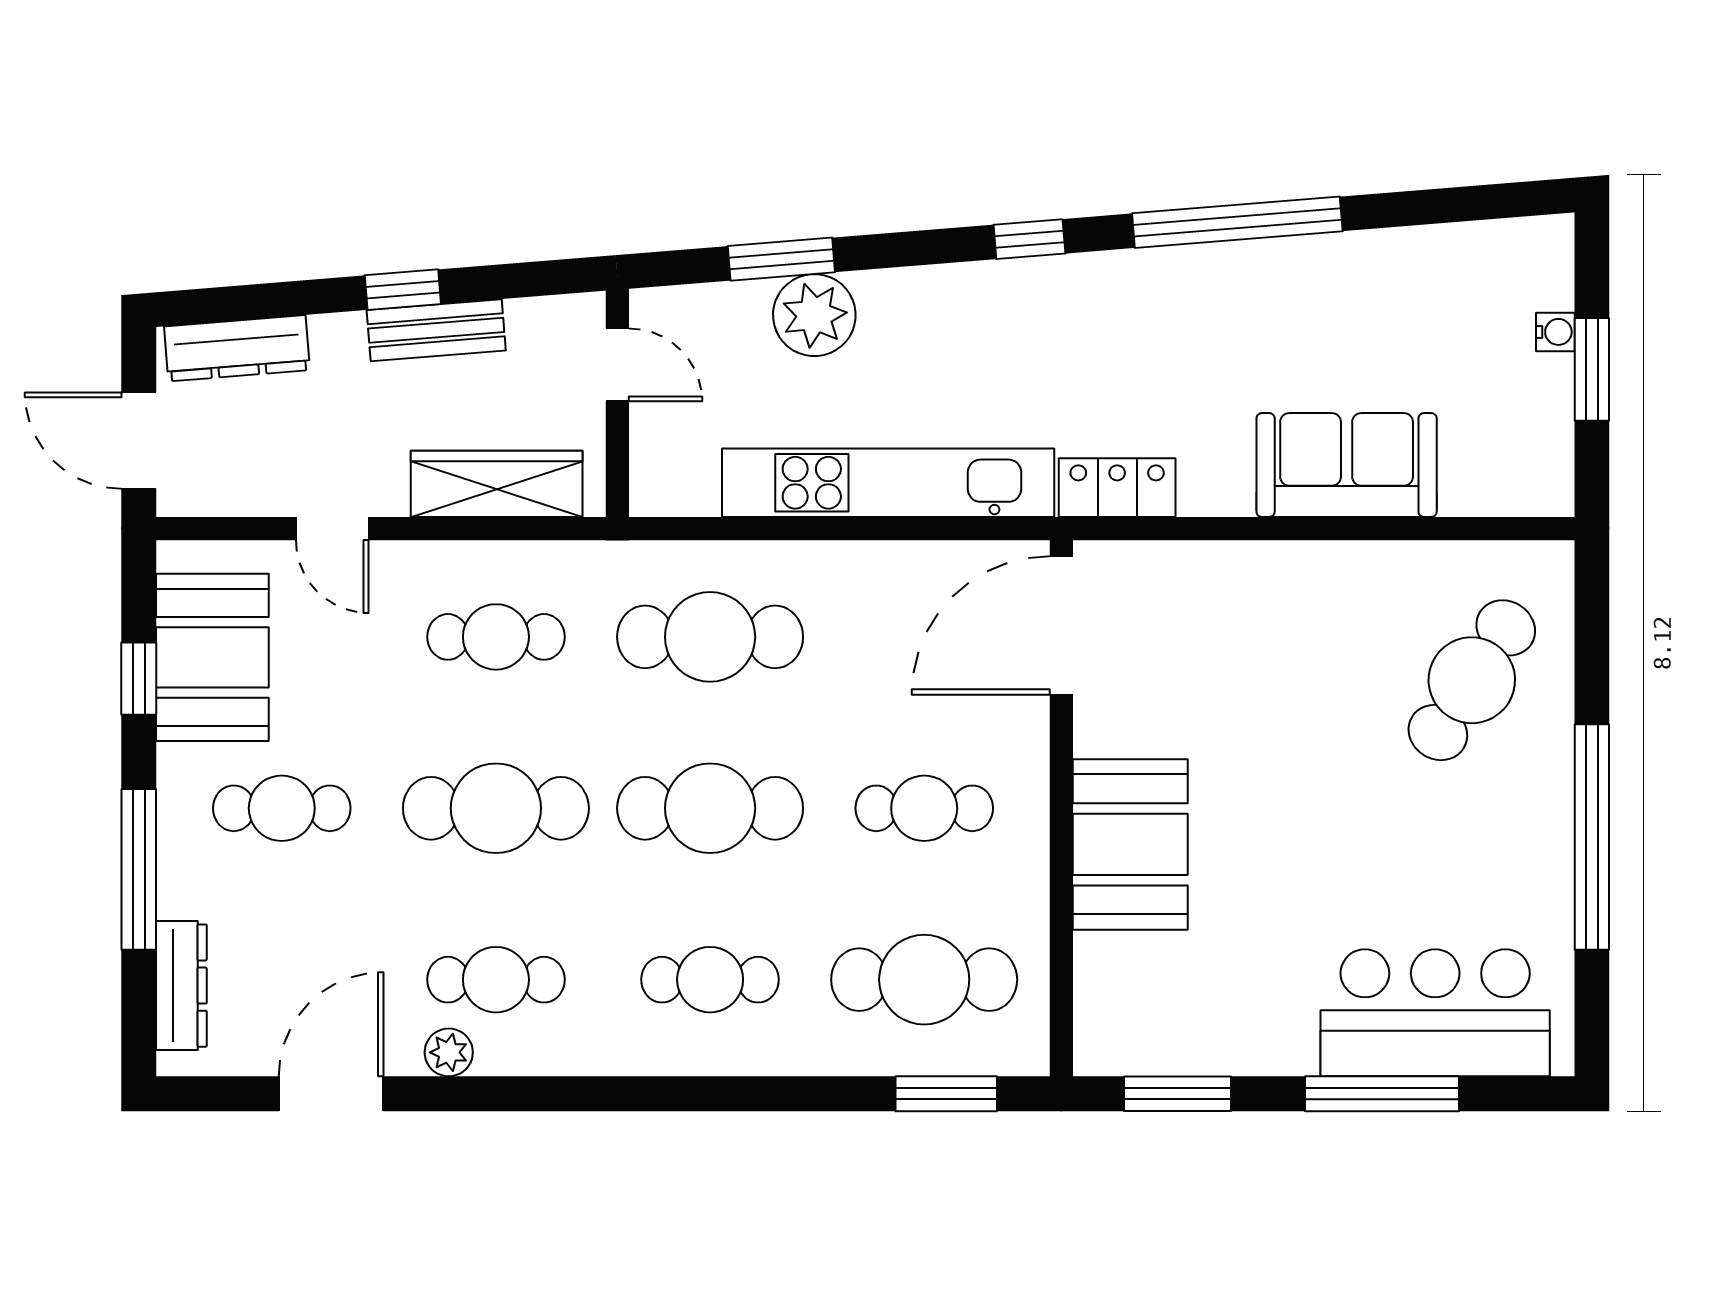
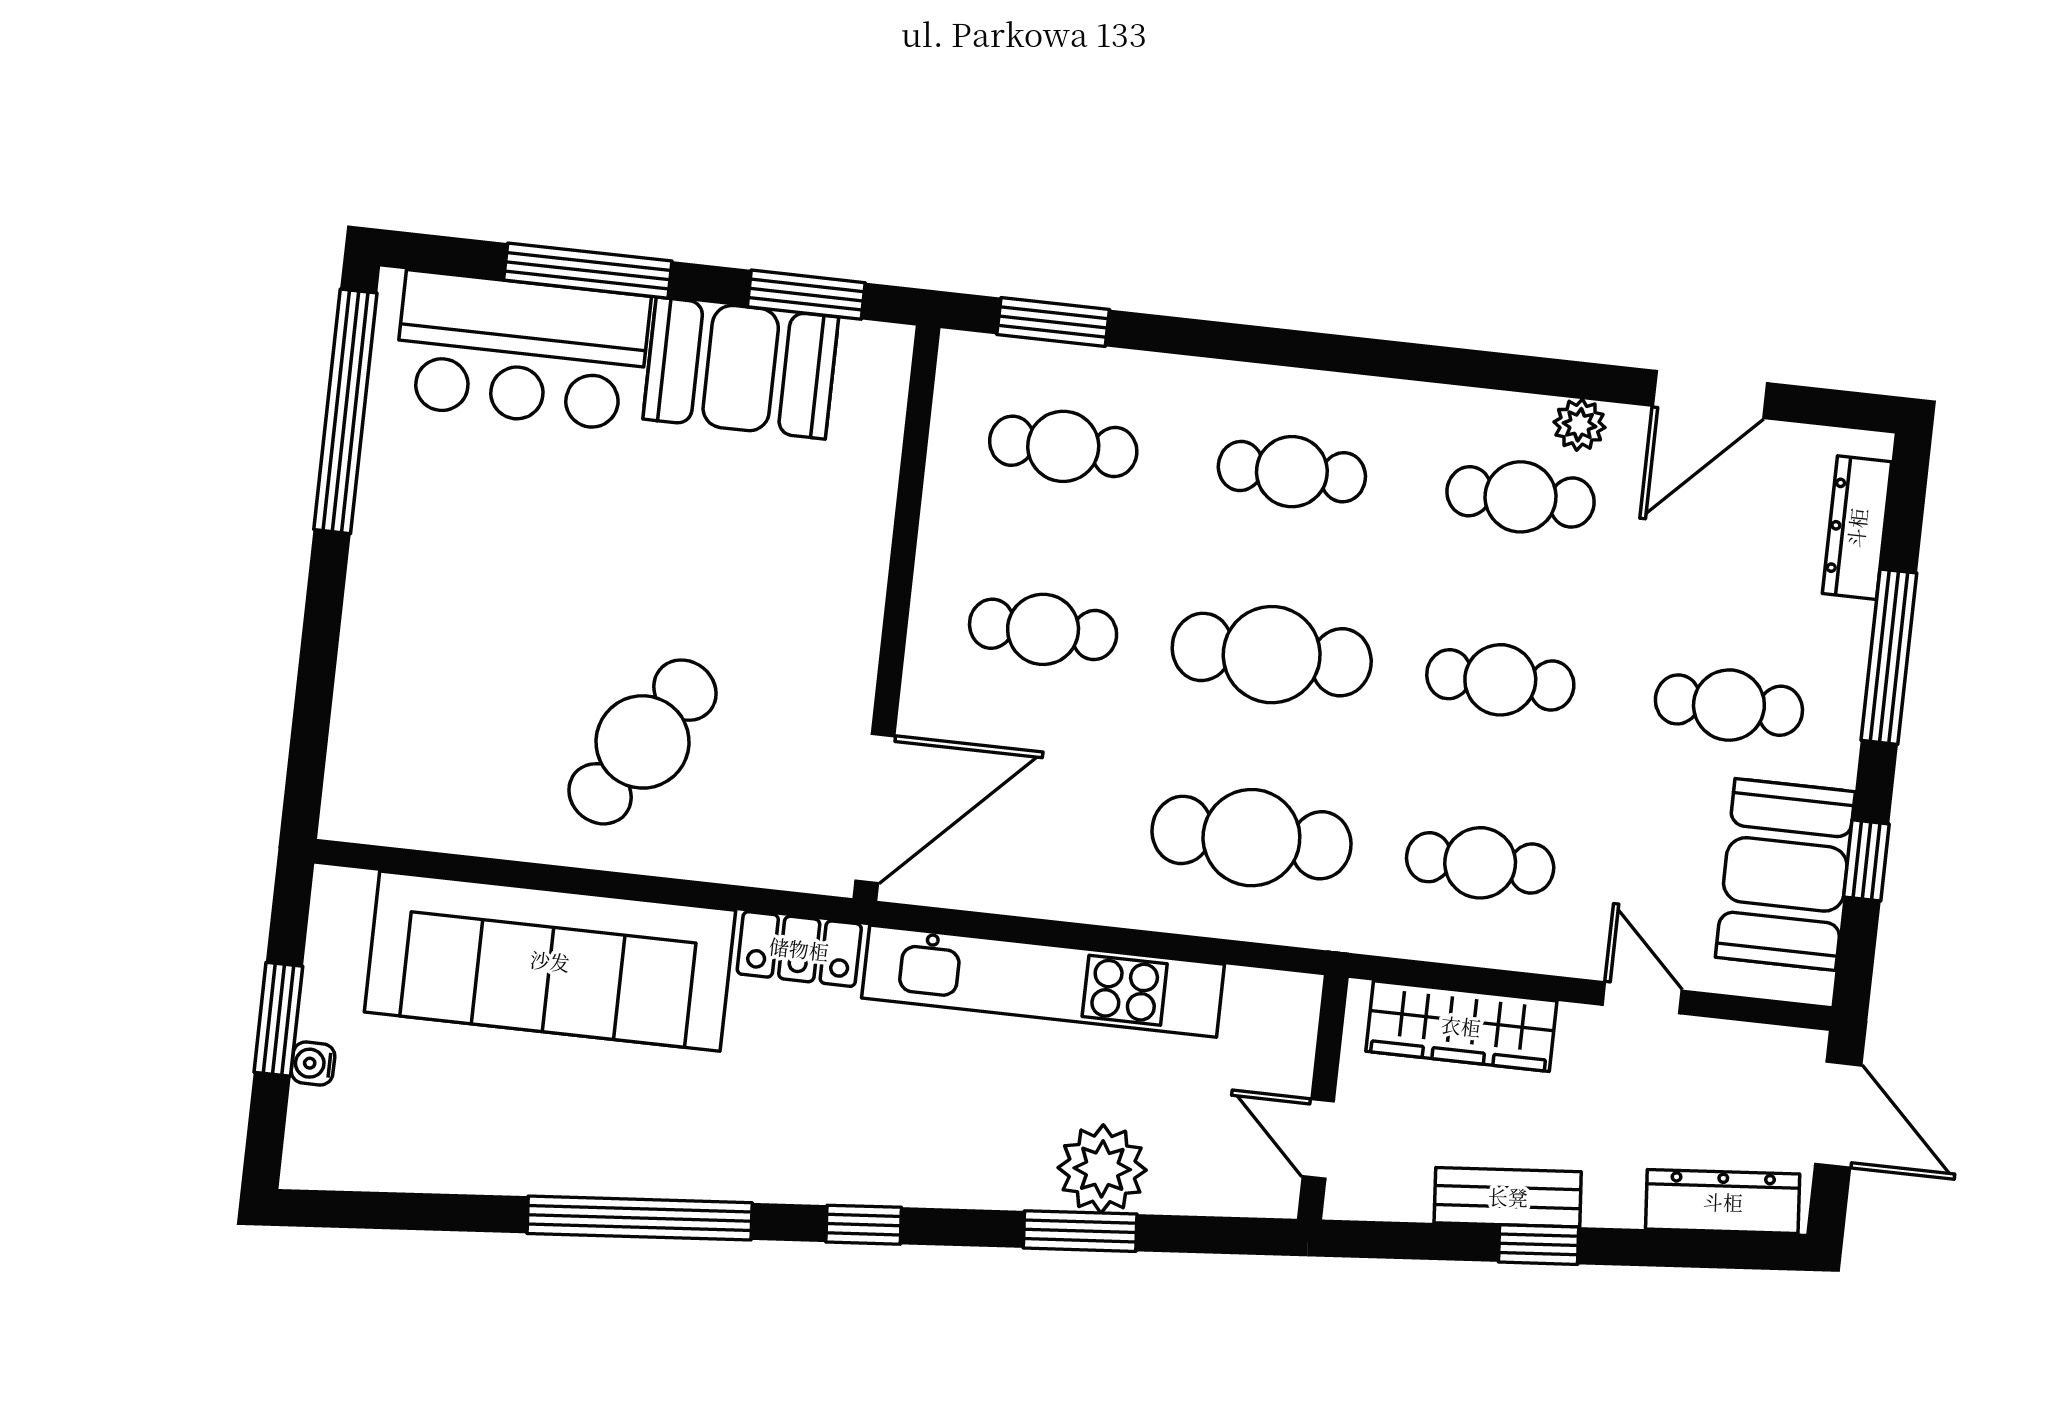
window: (781, 259) -> (1080, 1231), moved
sofa: (1347, 465) -> (550, 961), width x1.85, depth x1.27
cafe table: (1472, 680) -> (642, 742), moved
cafe table: (496, 808) -> (1500, 680), width x0.73, depth x0.74
window: (1592, 837) -> (345, 411), moved
booth: (1130, 844) -> (741, 368), moved, turned 90
cafe table: (924, 980) -> (1063, 446), width x0.73, depth x0.74

